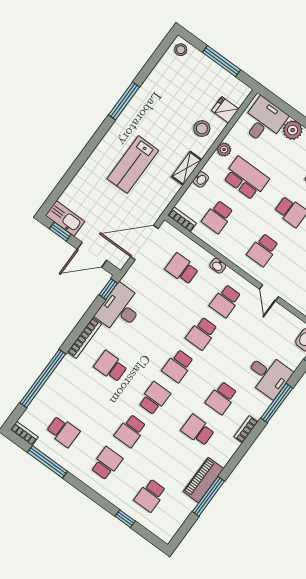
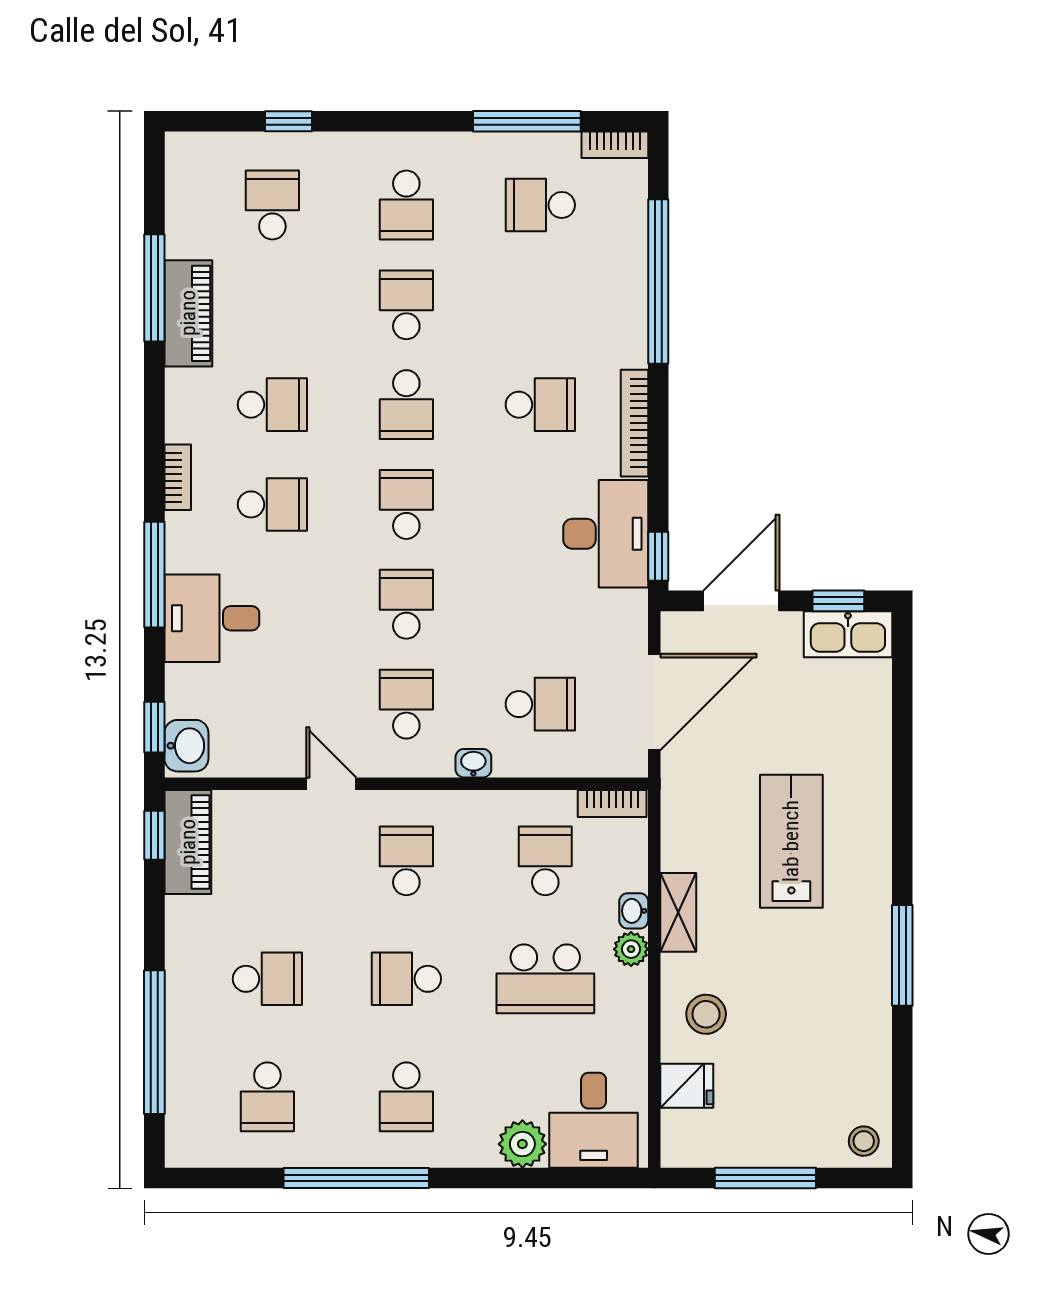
plant: (224, 150) -> (631, 949), moved
school desk: (222, 398) -> (272, 504), turned 90

